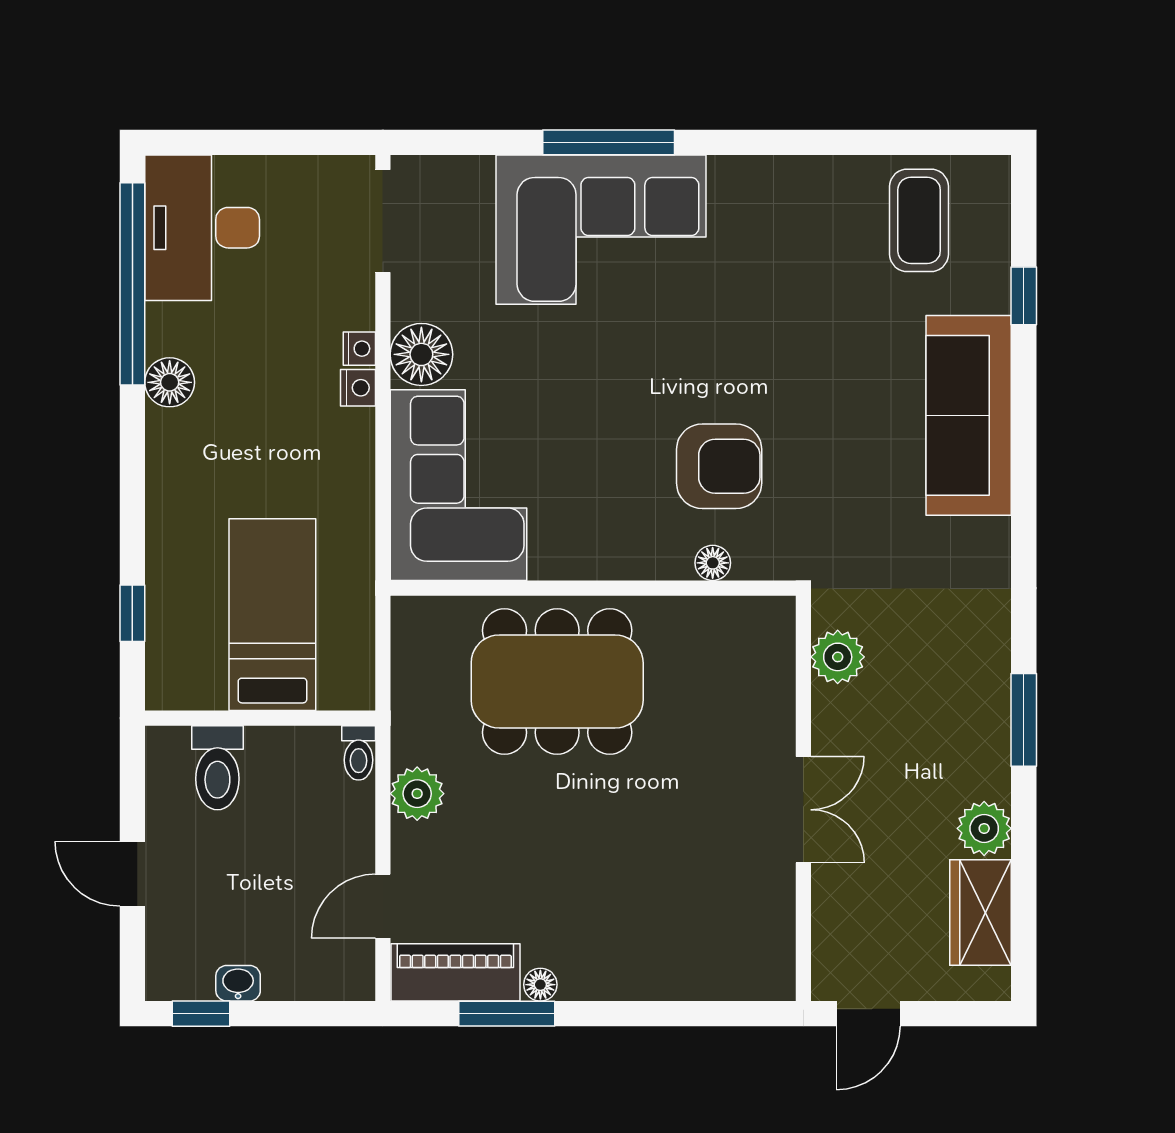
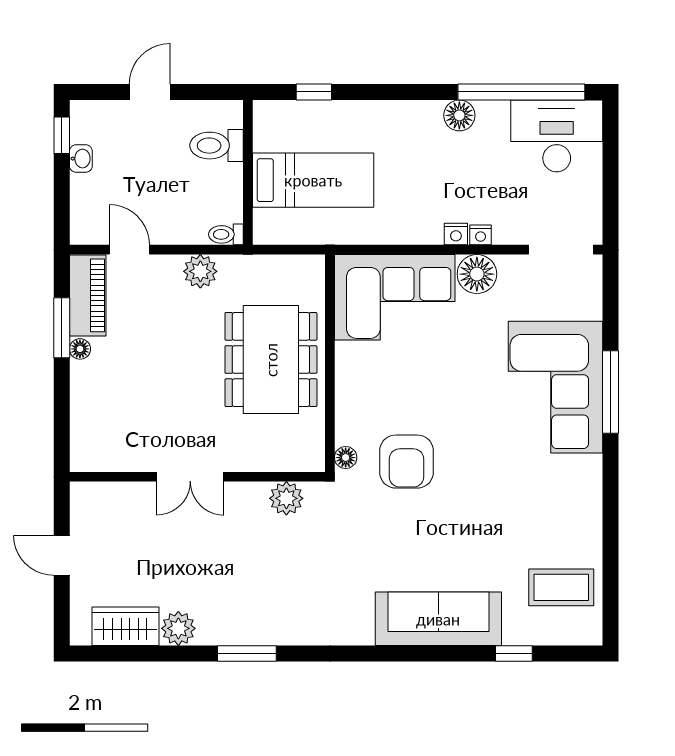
plant: (838, 657) -> (286, 498), moved
wall: (803, 798) -> (197, 477), moved
double door: (803, 810) -> (190, 477), moved

